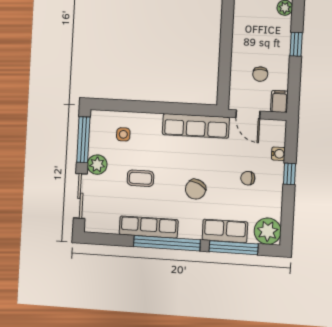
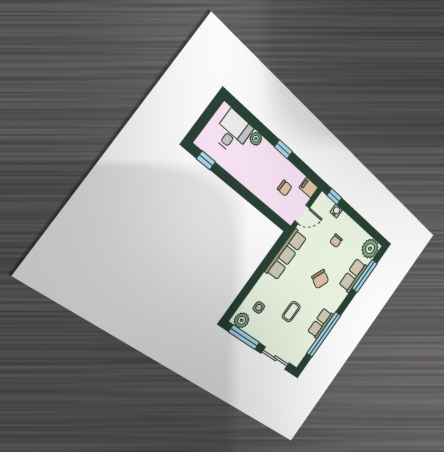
plant: (97, 165) -> (242, 320), moved
window: (289, 174) -> (334, 197), moved
row of seats: (149, 227) -> (321, 323), width x0.68
window: (167, 243) -> (324, 334), moved

